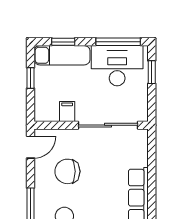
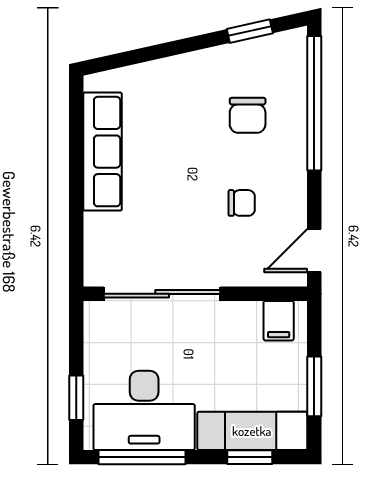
window: (30, 78) -> (314, 386), width x1.50
filing cabinet: (67, 111) -> (279, 321), moved
chair: (67, 171) -> (242, 203), width x0.54, depth x0.54

